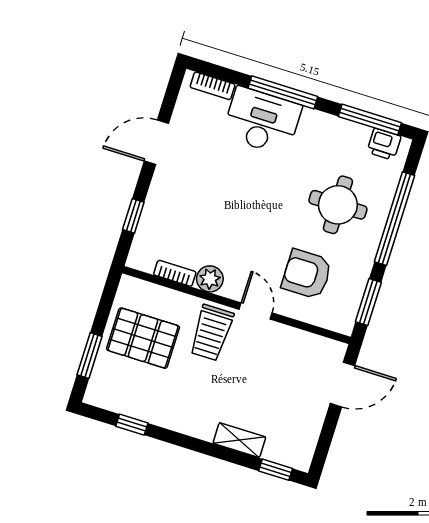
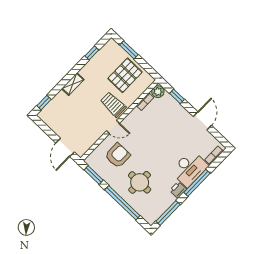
printer: (384, 144) -> (178, 190), moved
plant: (210, 279) -> (158, 92), moved
shelving: (239, 440) -> (73, 84), moved

